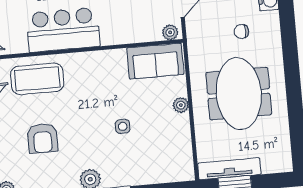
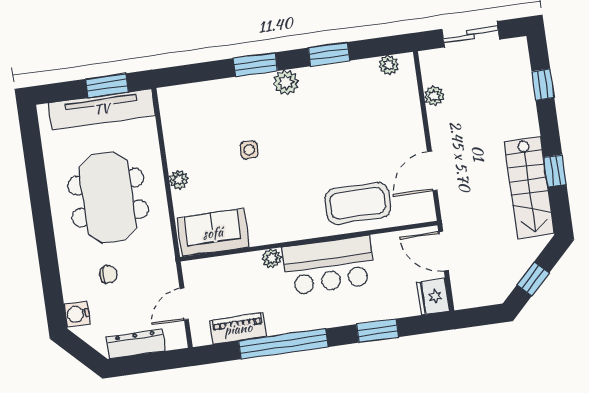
plant: (170, 32) -> (272, 258), moved
armchair: (43, 138) -> (347, 130), removed
tv unit: (229, 169) -> (102, 109), width x1.36, depth x1.29

